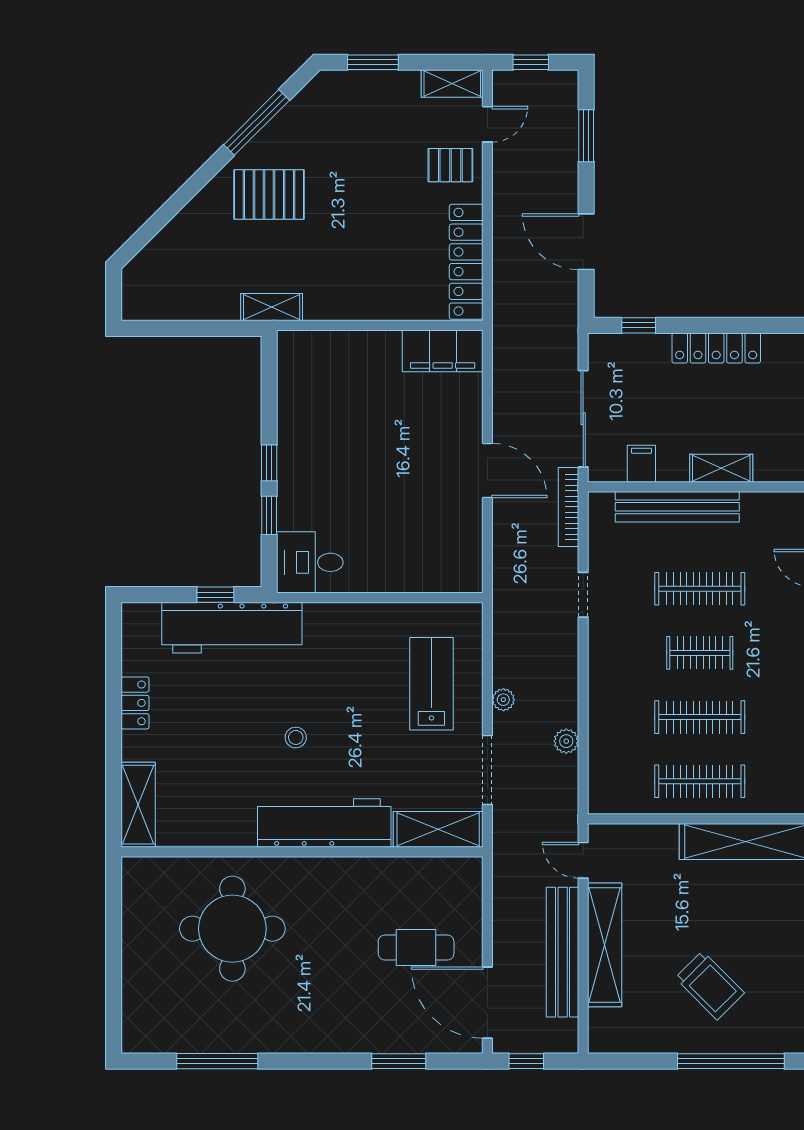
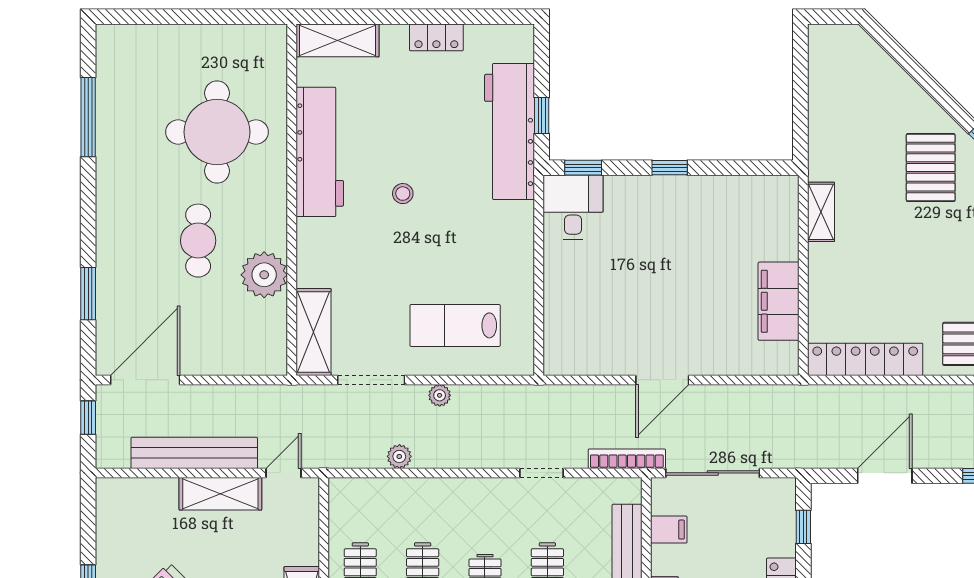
shelving: (272, 307) -> (821, 212), moved
filing cabinet: (443, 351) -> (779, 301), moved
window: (269, 515) -> (583, 168), moved
lab bench: (431, 684) -> (455, 325), turned 180
workbench: (324, 823) -> (320, 152), moved
plant: (379, 880) -> (264, 275), added
shelving: (605, 945) -> (220, 494), width x0.68
cafe table: (416, 947) -> (198, 241), moved

